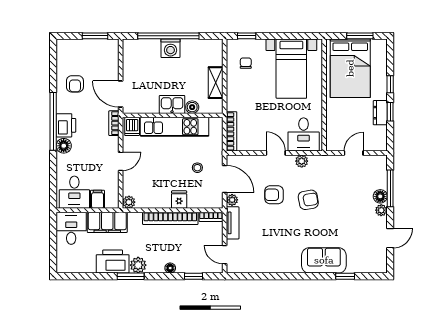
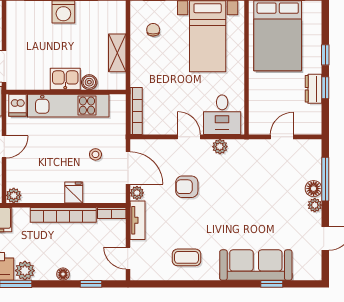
armchair: (308, 200) -> (228, 193), removed
coffee table: (274, 254) -> (186, 257), added
sofa: (324, 260) -> (256, 265), width x1.36

